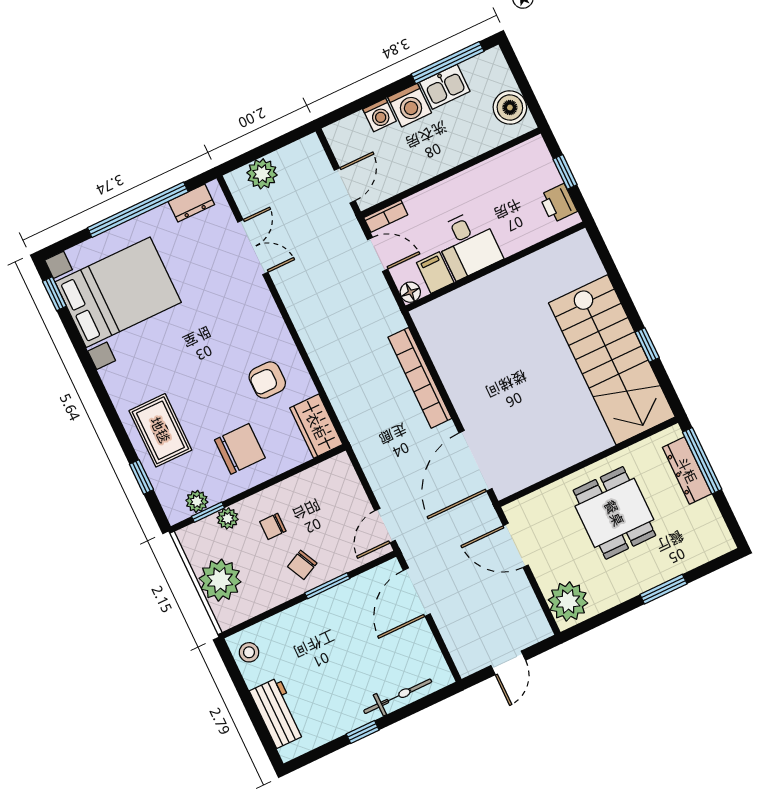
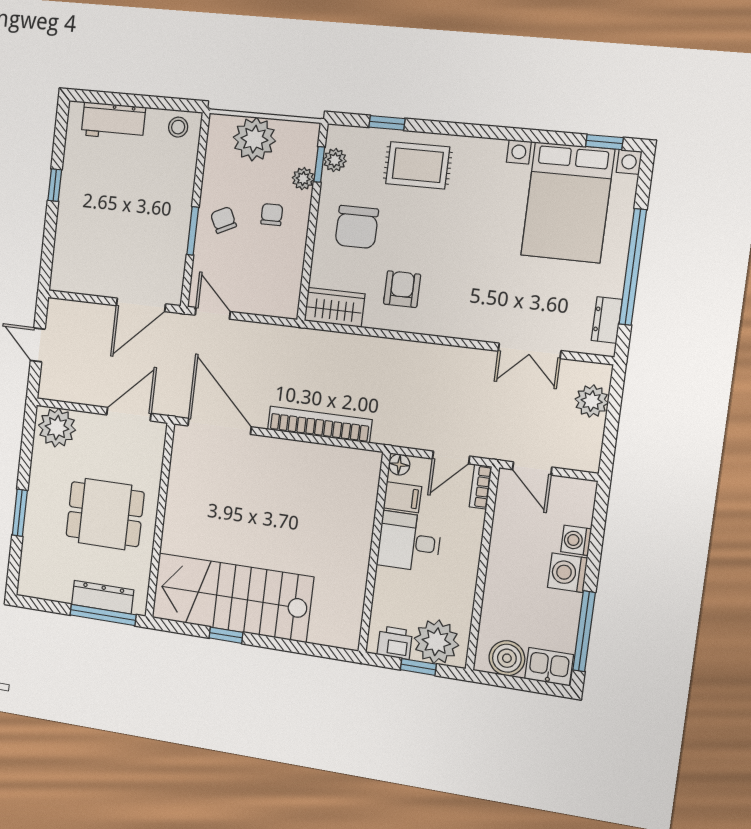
kitchen sink: (445, 87) -> (549, 667), moved, turned 90
plant: (535, 171) -> (436, 642), added
door: (417, 592) -> (141, 305), swing flipped
bicycle: (398, 696) -> (66, 234), removed

